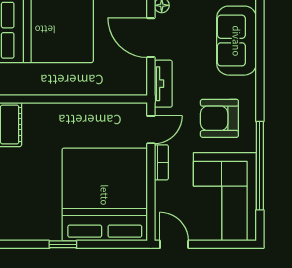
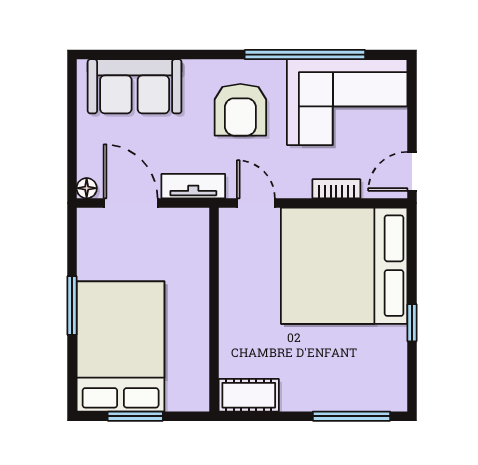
door: (151, 38) -> (131, 203), swing flipped
bookcase: (161, 162) -> (336, 189), moved

